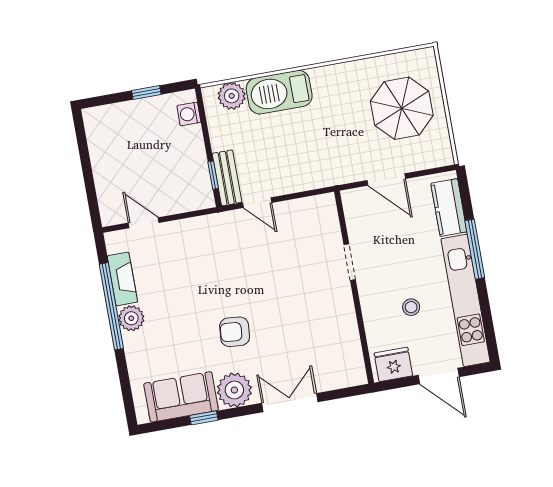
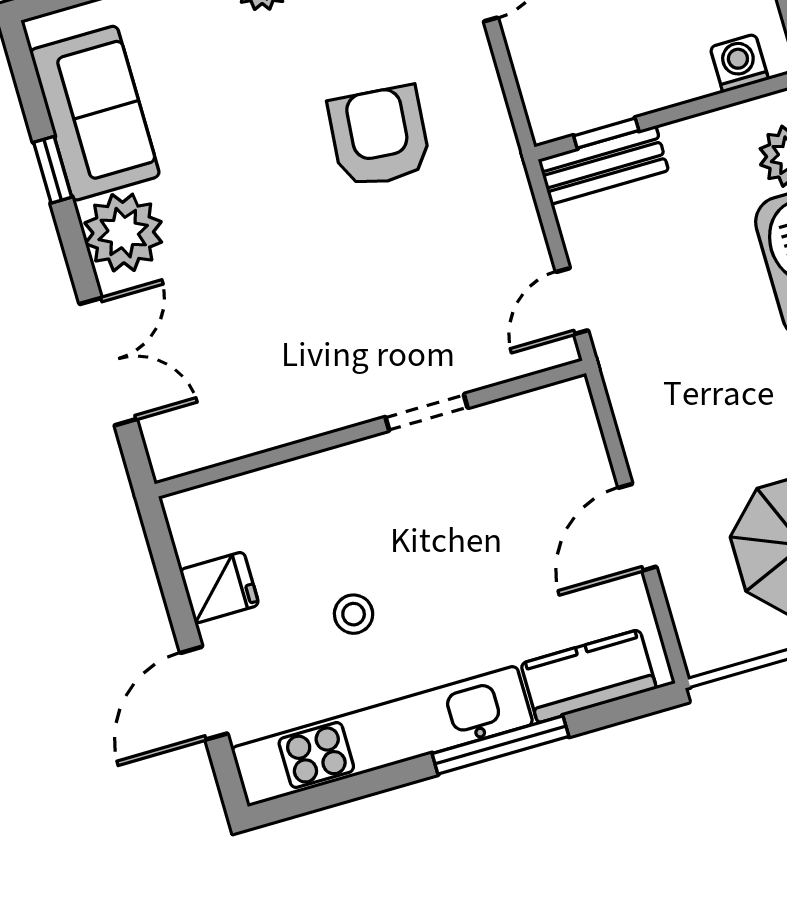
door: (257, 203) -> (572, 301), moved
doorway: (350, 262) -> (427, 412), moved
wall: (354, 287) -> (370, 429), moved
armchair: (235, 332) -> (379, 137), moved, width x1.38, depth x1.38
fridge: (393, 364) -> (219, 588), width x0.72

